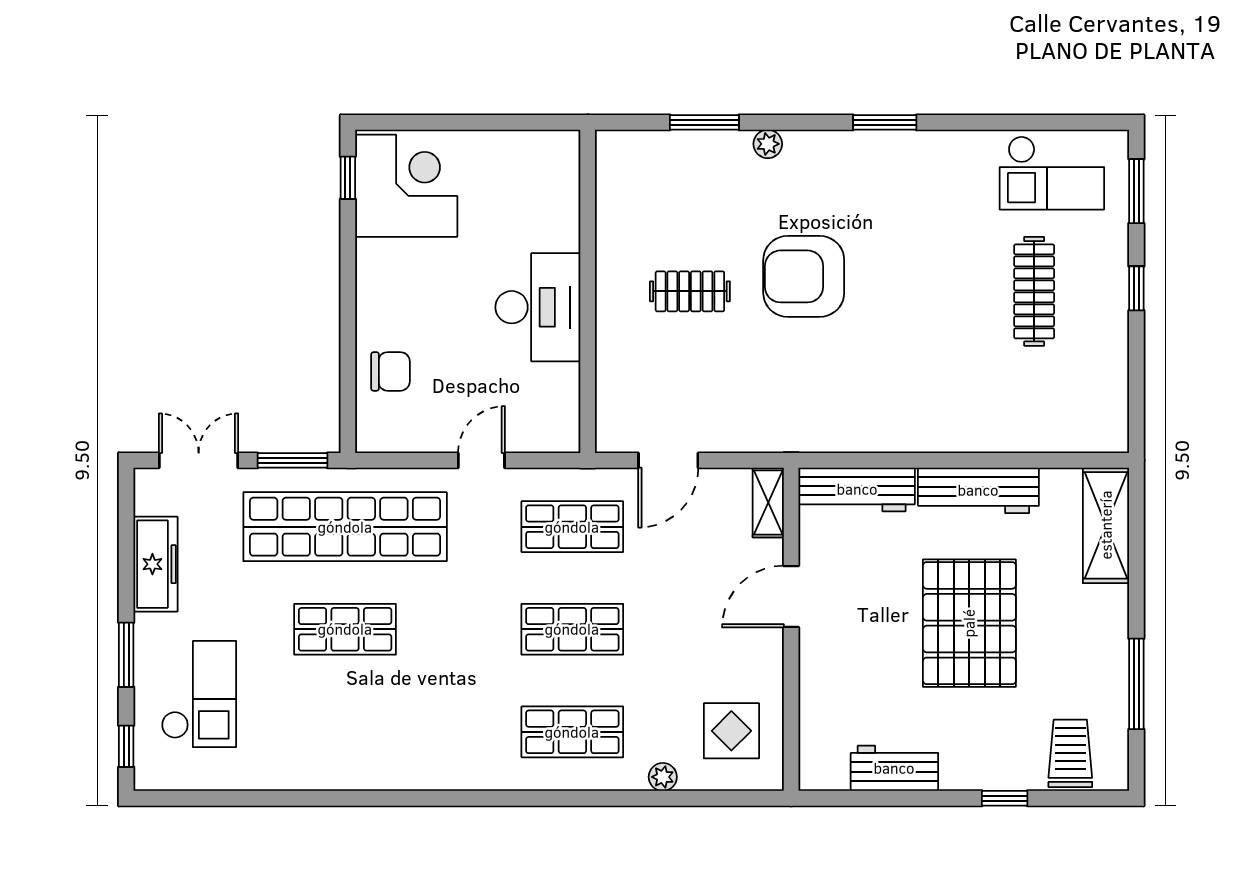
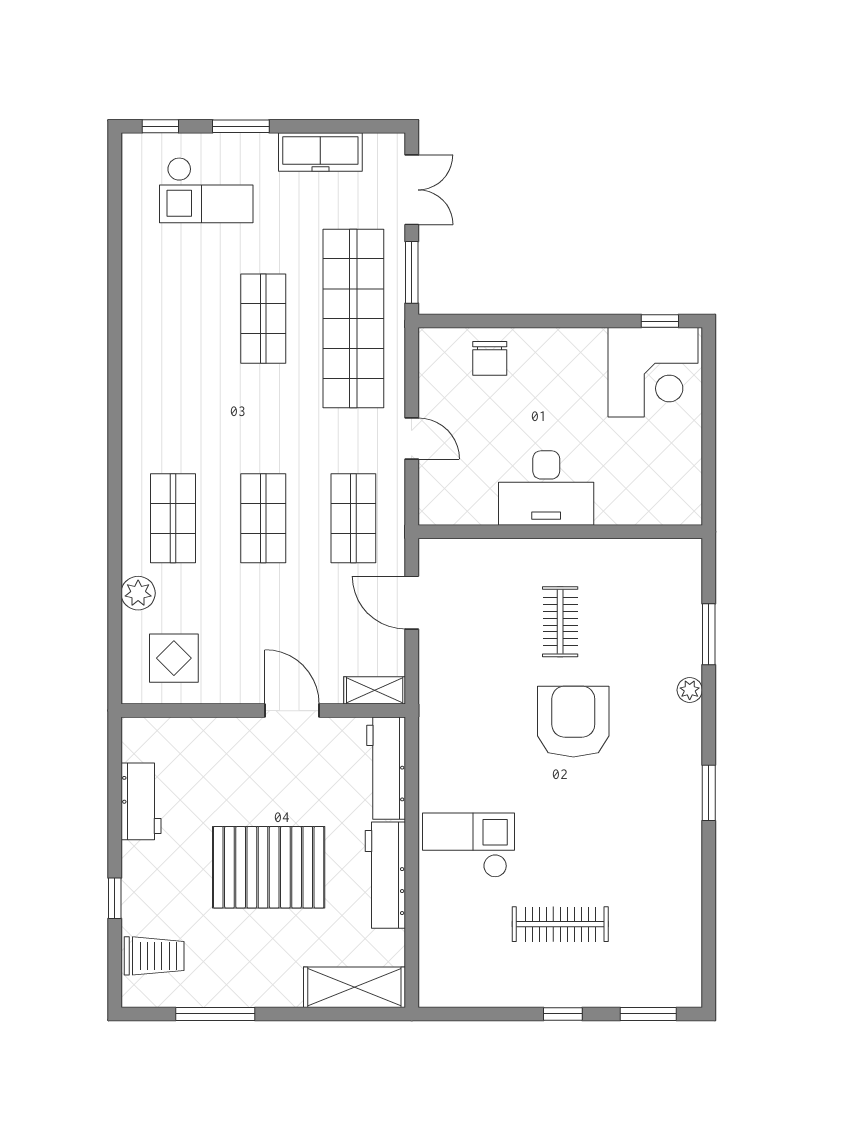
checkout: (1052, 173) -> (468, 845), moved, turned 90
plant: (663, 777) -> (138, 593), width x1.38, depth x1.38

